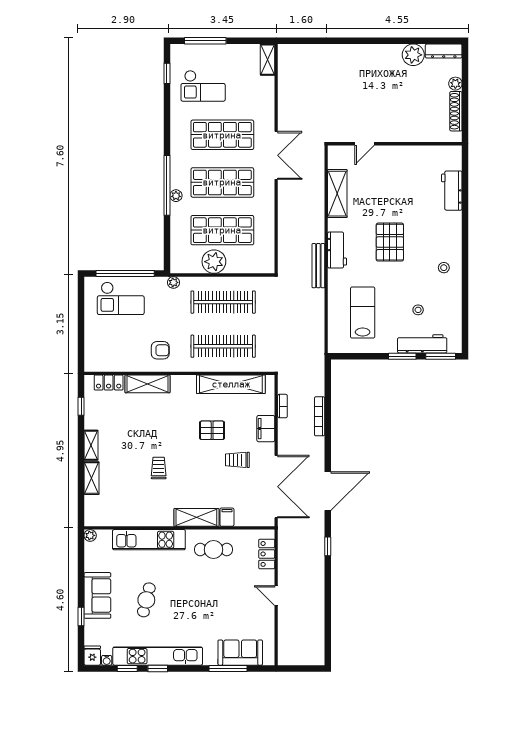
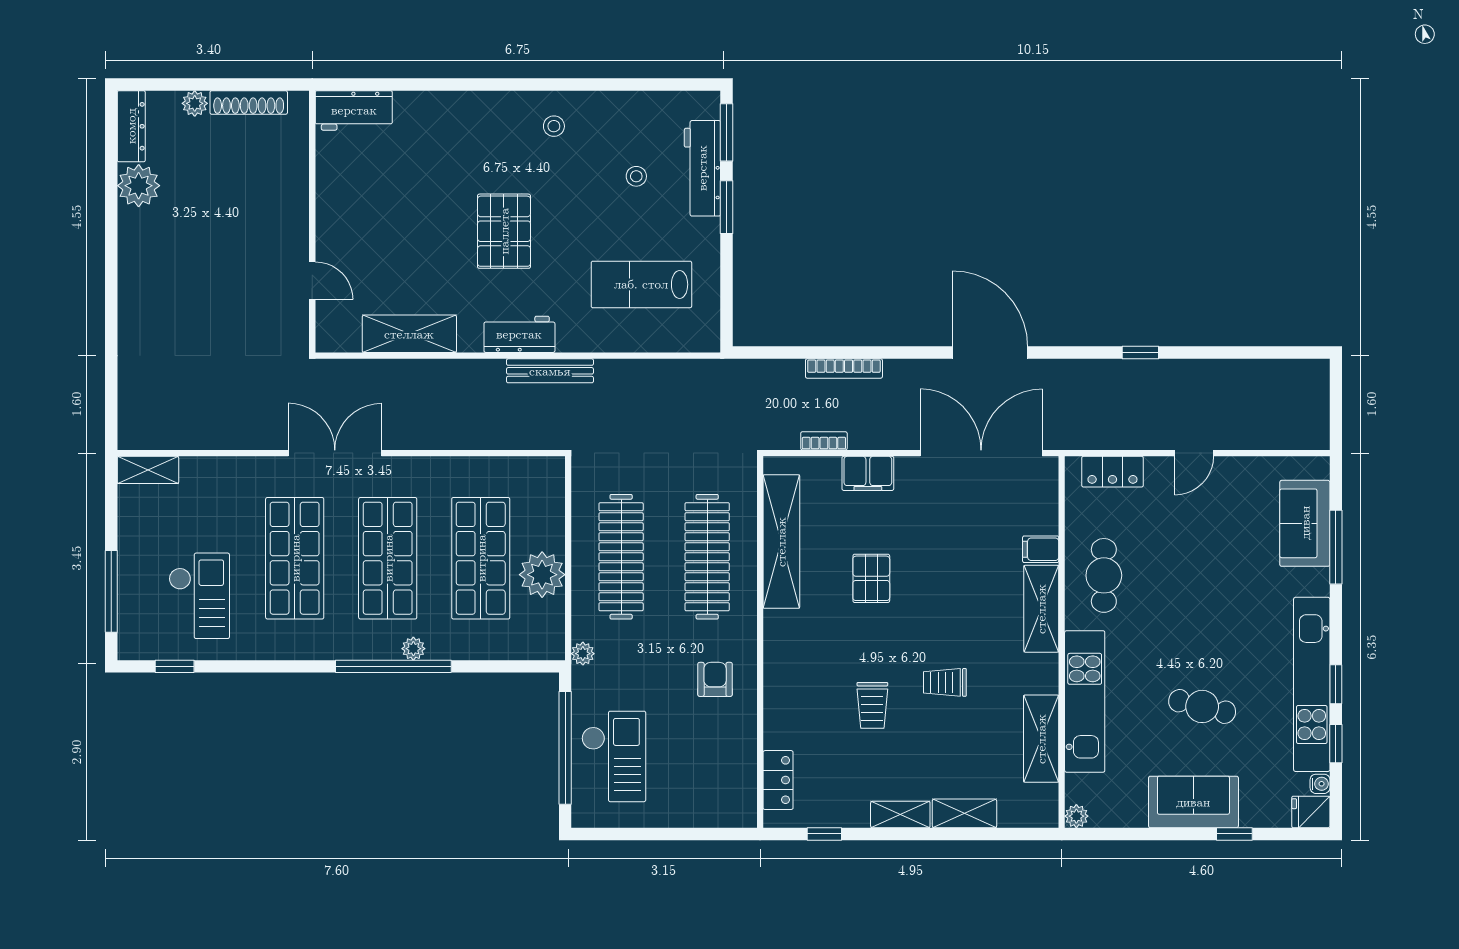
workbench: (452, 191) -> (354, 110), moved
pallet: (390, 242) -> (504, 231), turned 90
shelving: (147, 384) -> (1041, 739), moved
trolley: (237, 460) -> (872, 705), moved
window: (328, 546) -> (1140, 353), moved

